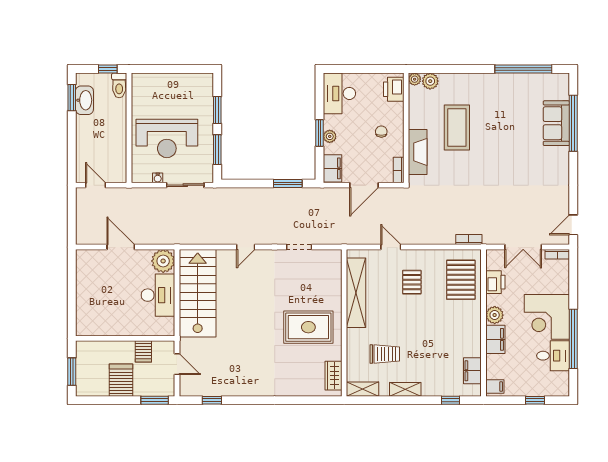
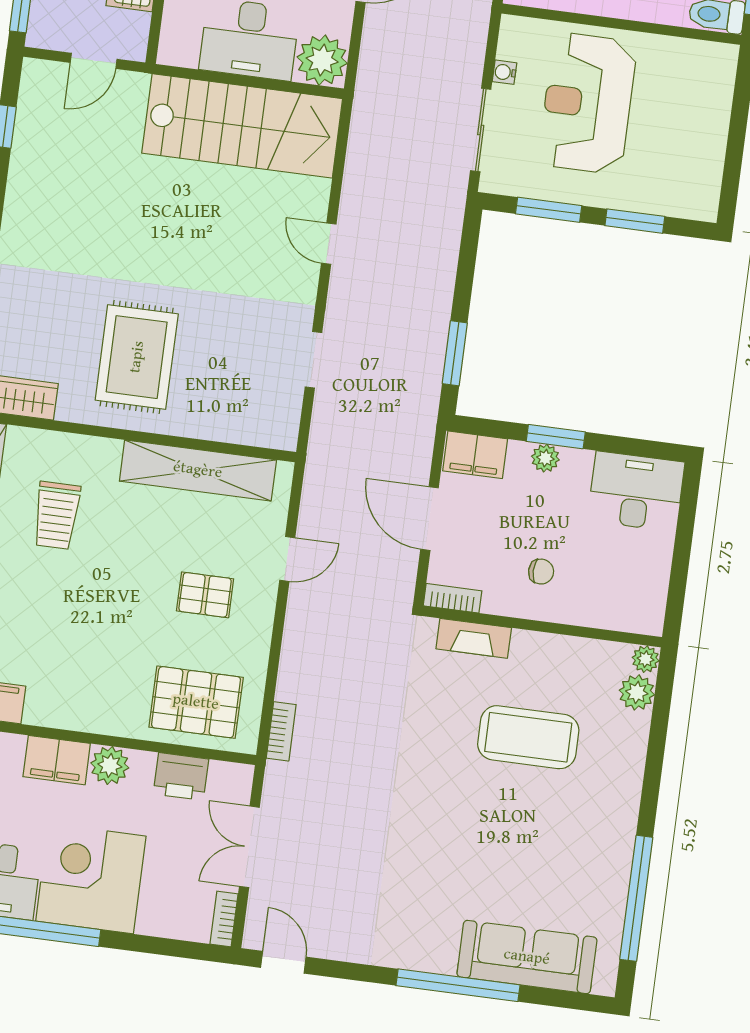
printer: (394, 89) -> (630, 611), removed
sofa: (556, 123) -> (527, 957), width x1.36
window: (573, 123) -> (458, 985), moved
fireplace: (418, 152) -> (474, 638), width x0.73, depth x0.76

